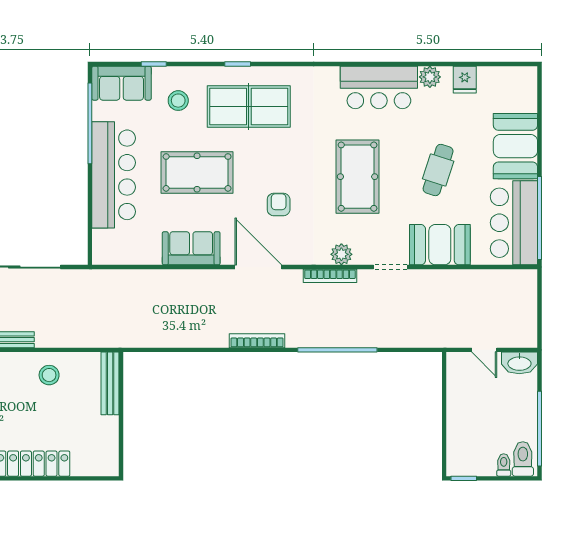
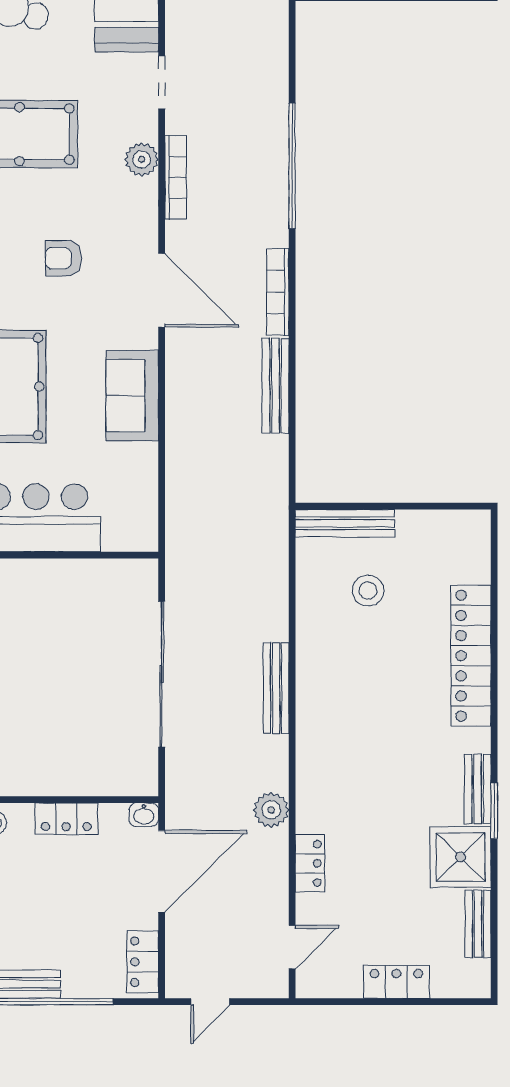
door: (258, 267) -> (162, 290), swing flipped
bench: (198, 339) -> (275, 386), added
stool: (49, 375) -> (368, 591), moved

